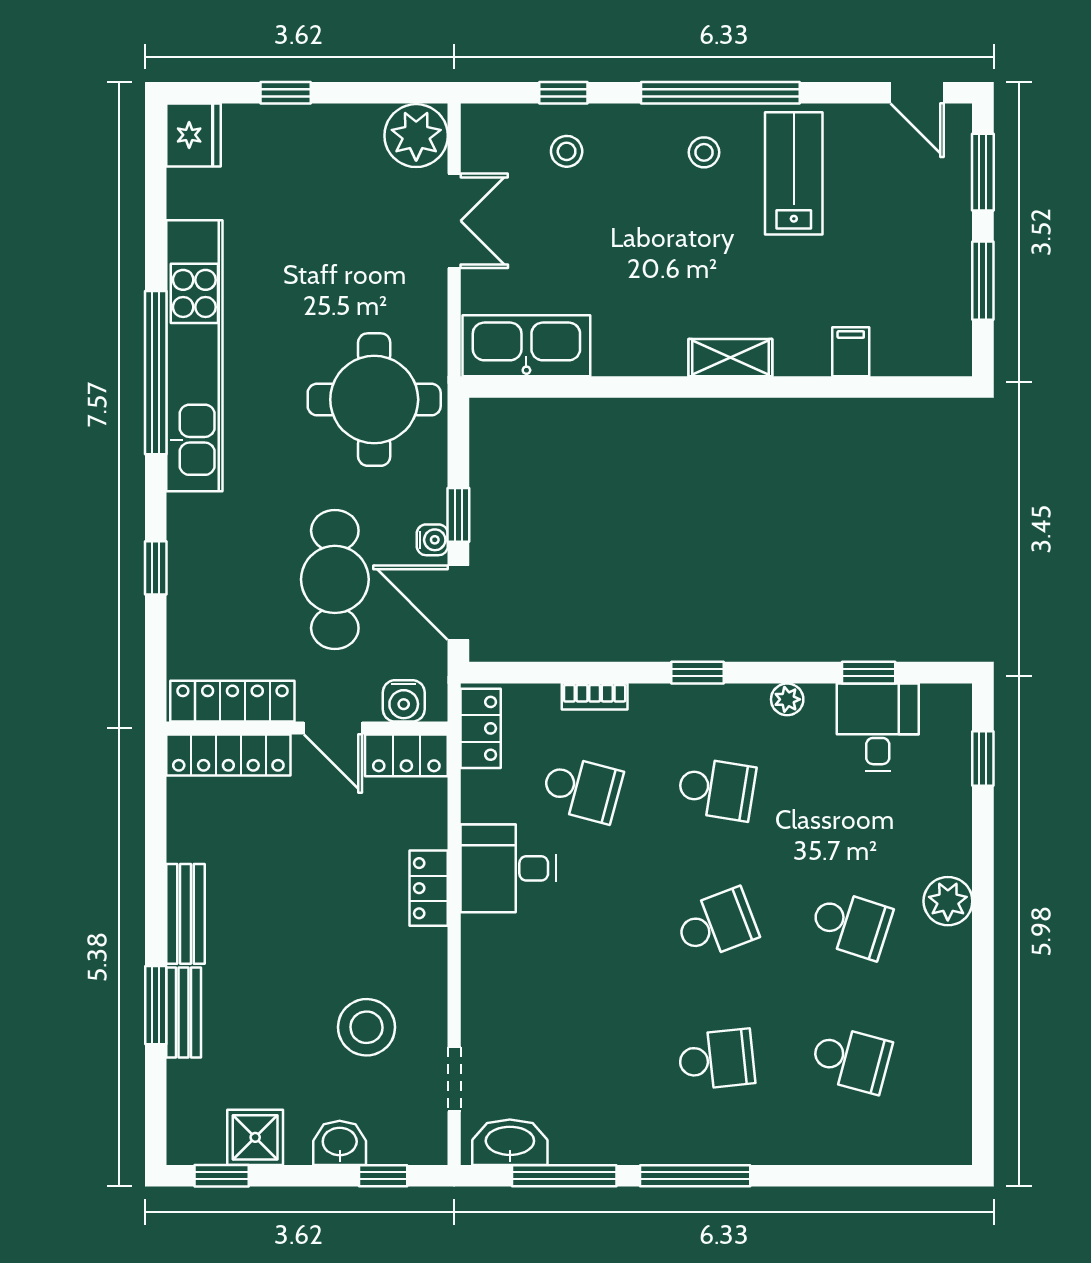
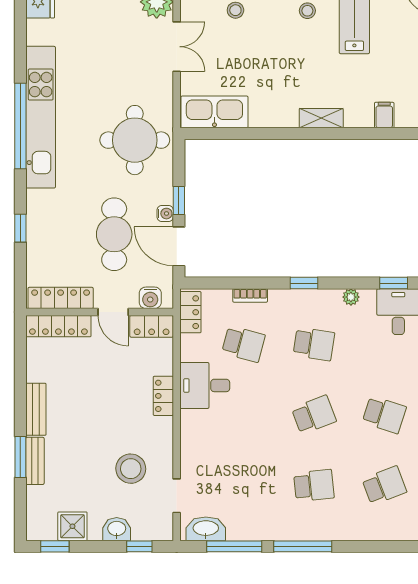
school desk: (851, 1059) -> (384, 485), turned -36

